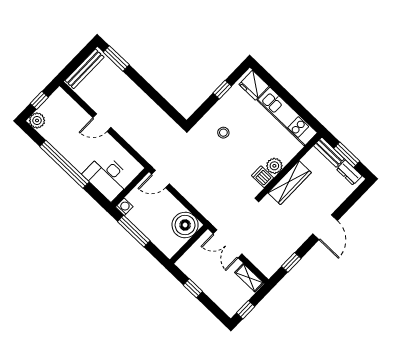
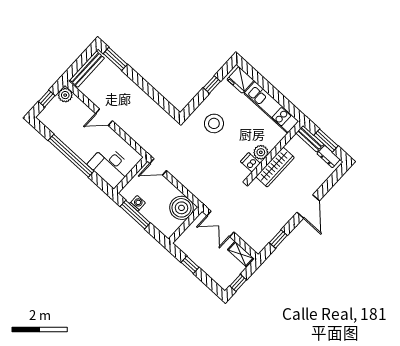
plant: (37, 120) -> (65, 95), moved
stool: (223, 133) -> (214, 123), width x1.89, depth x1.89
washing machine: (124, 207) -> (137, 203), moved

